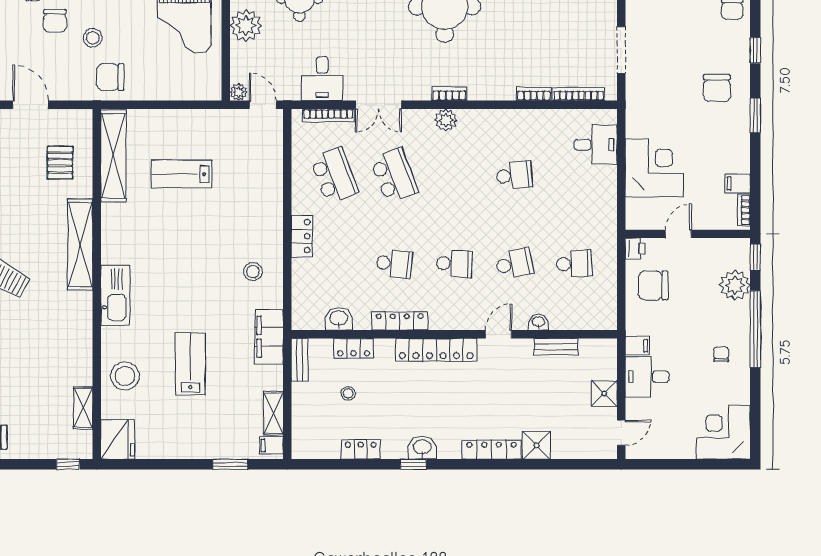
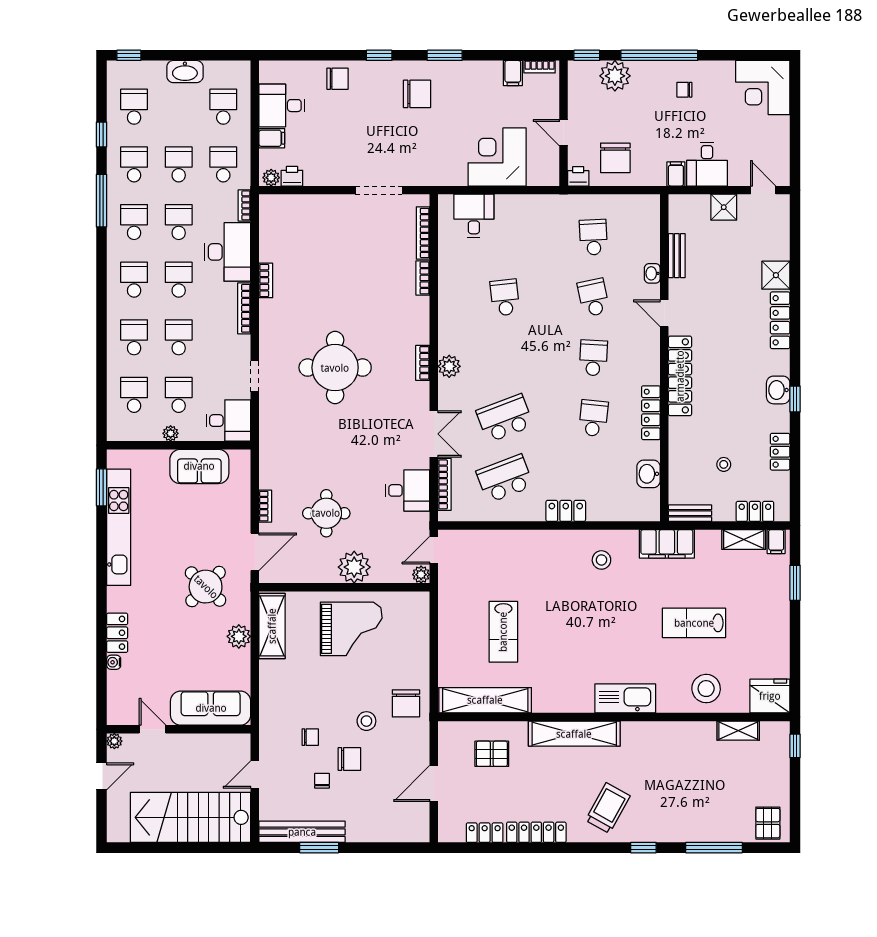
locker: (354, 348) -> (755, 511), moved, turned -90

